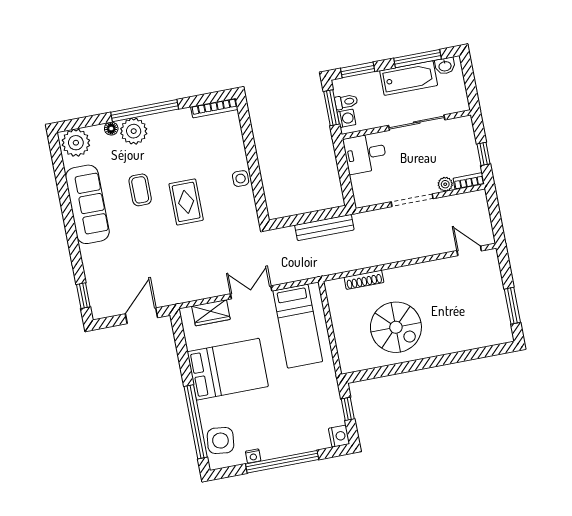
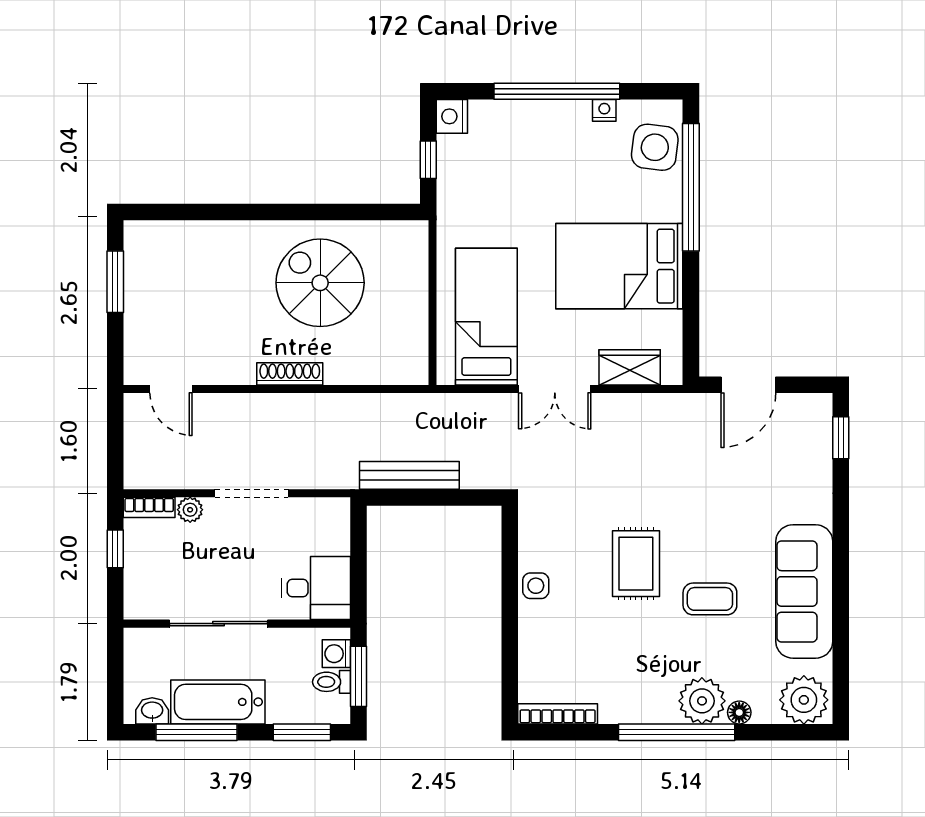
coffee table: (140, 190) -> (710, 599), turned 90
shoe rack: (364, 280) -> (290, 374), moved

